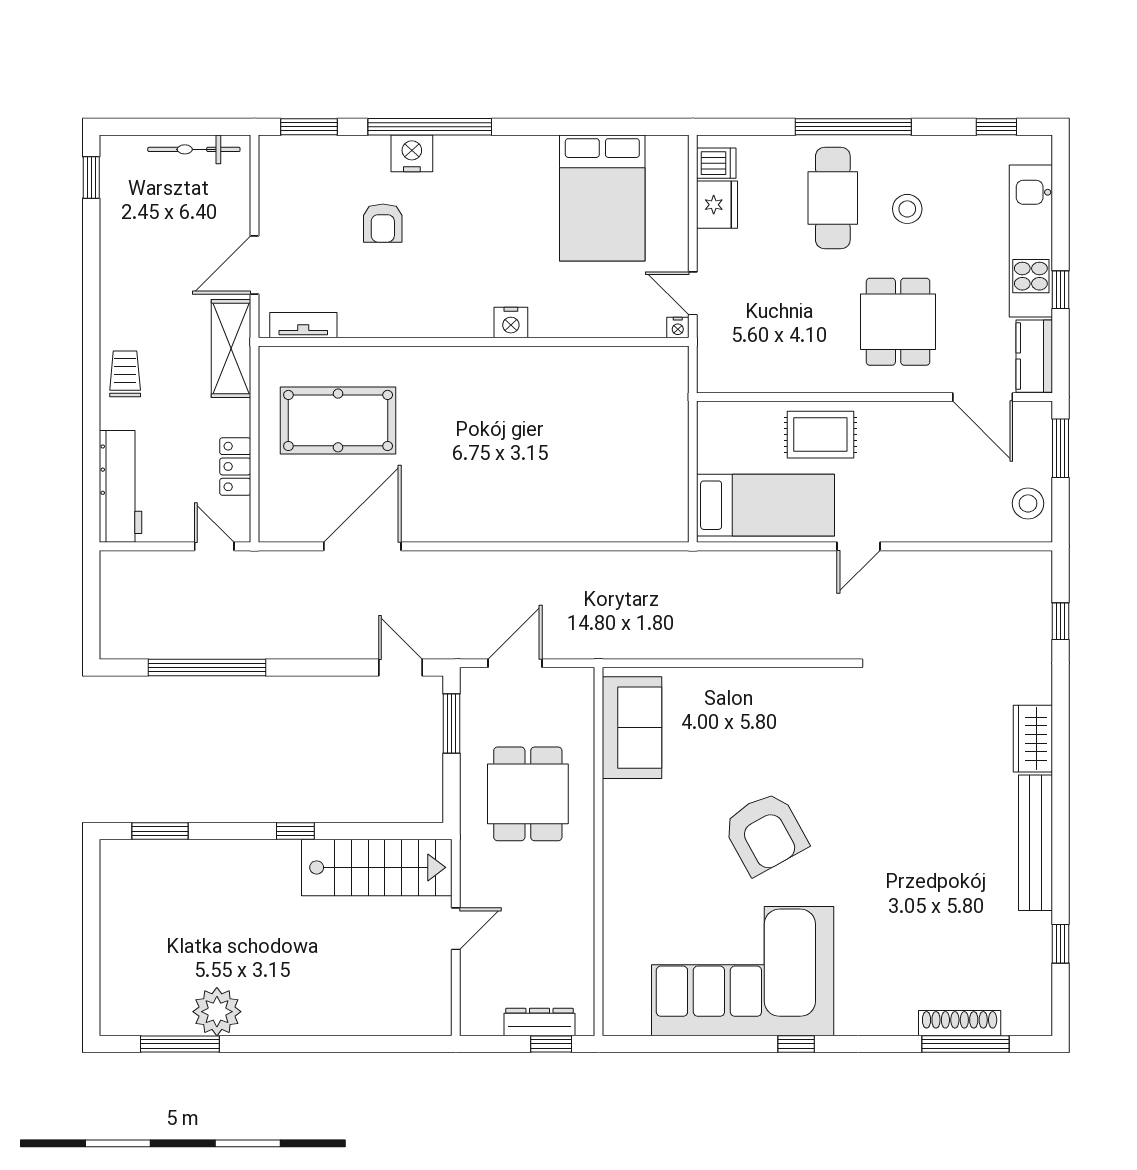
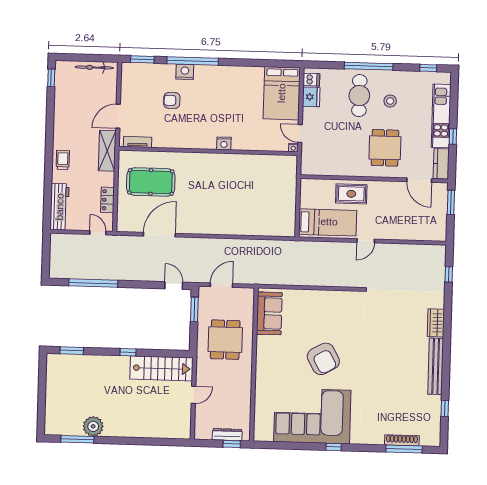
bed: (602, 198) -> (282, 93), moved
armchair: (383, 223) -> (172, 100), turned 90
stool: (1028, 503) -> (437, 225), removed

